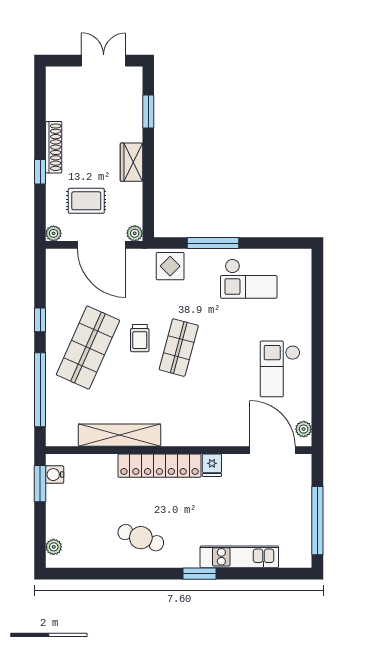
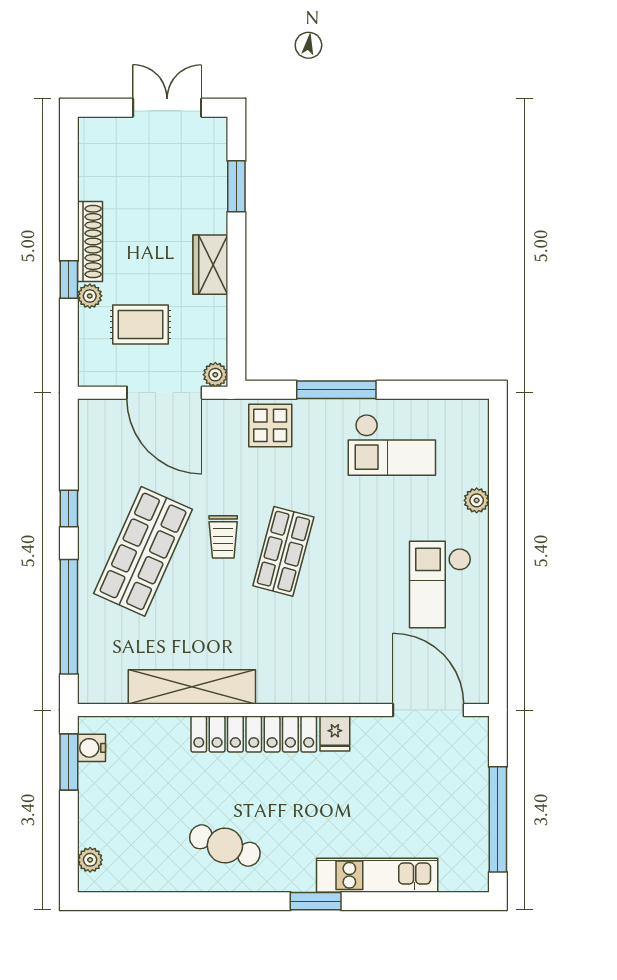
plant: (53, 233) -> (90, 296), moved
plant: (304, 429) -> (477, 500), moved

